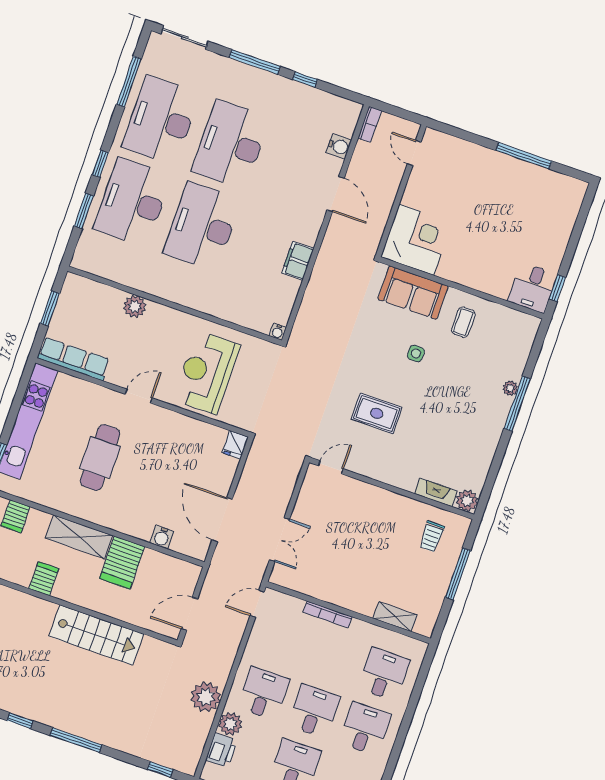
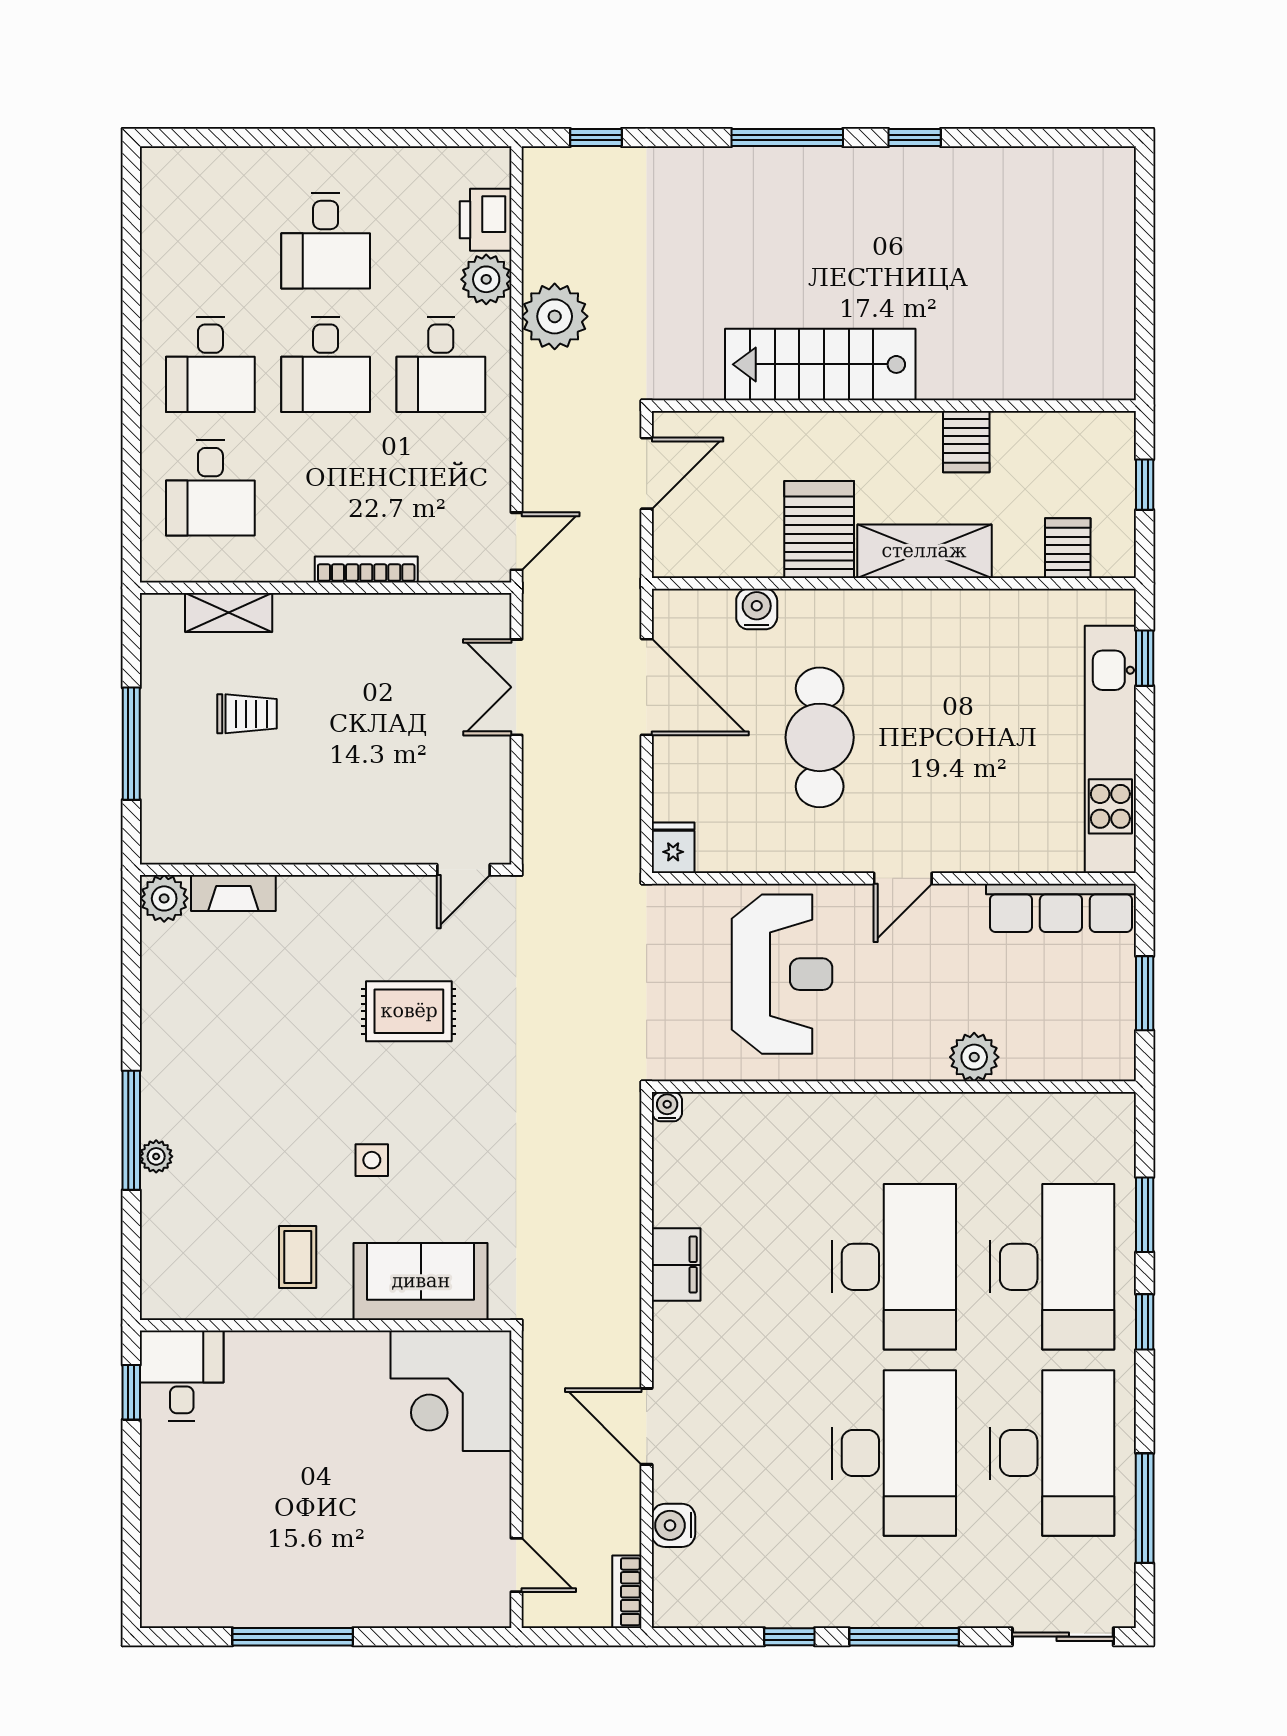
cafe table: (100, 458) -> (820, 737), moved
trolley: (432, 536) -> (247, 714), moved, turned 90

